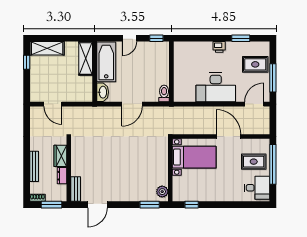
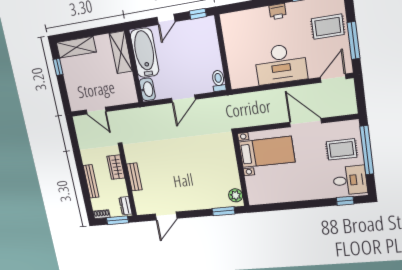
dresser: (62, 176) -> (125, 206), moved
bench: (76, 189) -> (134, 177), moved
window: (192, 205) -> (345, 201), moved

